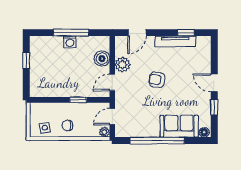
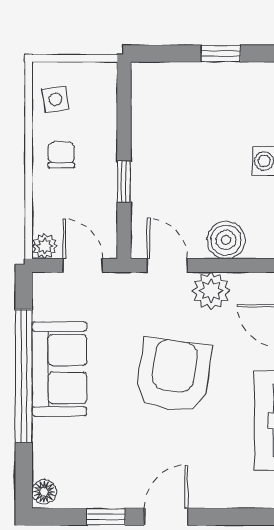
armchair: (157, 80) -> (173, 375), width x1.88, depth x1.88
sofa: (179, 126) -> (59, 369), moved

